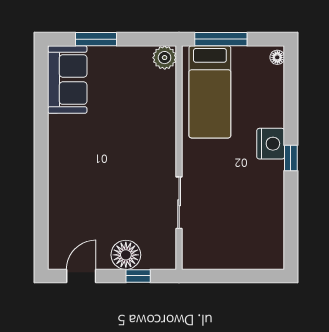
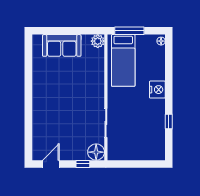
window: (96, 39) -> (59, 31), removed
sofa: (67, 80) -> (62, 45), moved, turned 90
window: (291, 158) -> (169, 121), moved
floor lamp: (126, 255) -> (96, 152), moved

